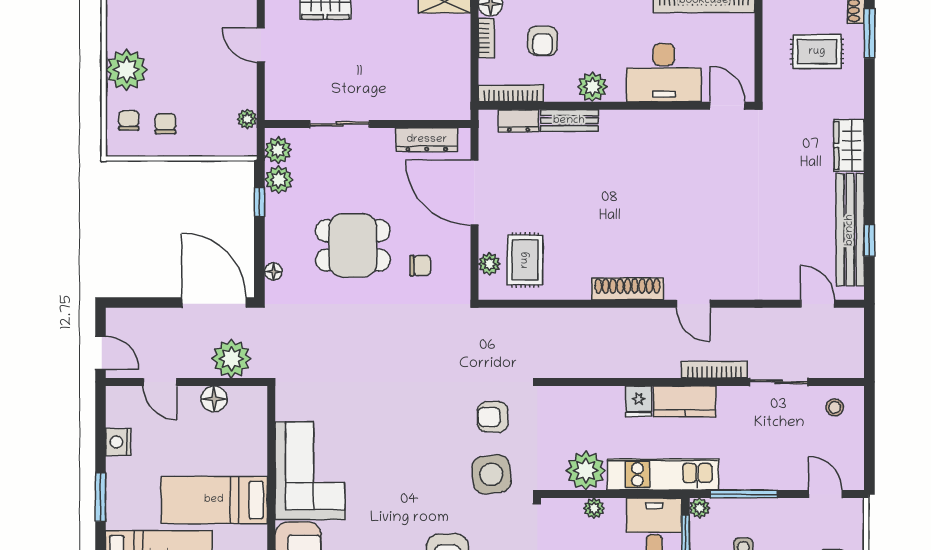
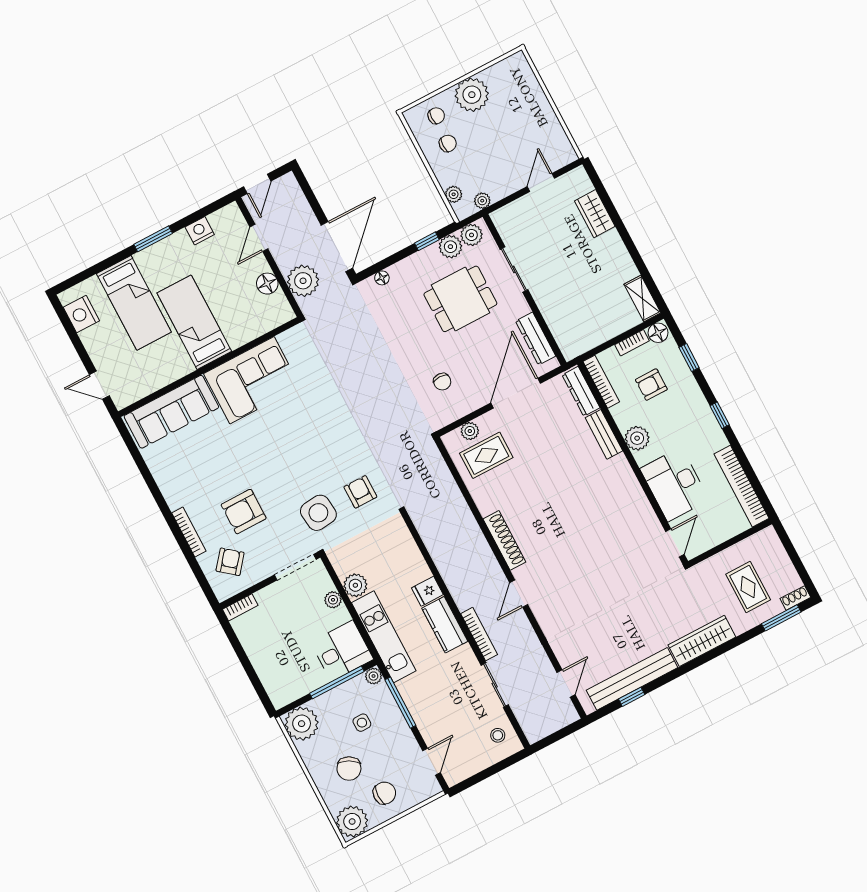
dresser: (519, 121) -> (581, 391), width x1.44
wardrobe: (849, 145) -> (702, 641), width x1.50
plant: (224, 146) -> (454, 194), added
dining table: (353, 245) -> (460, 299), moved, turned 90
plant: (586, 471) -> (355, 585), width x0.73, depth x0.73

